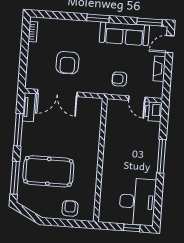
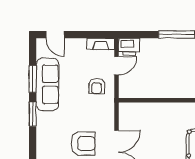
window: (150, 22) -> (33, 79), moved
fireplace: (159, 69) -> (101, 44), moved

